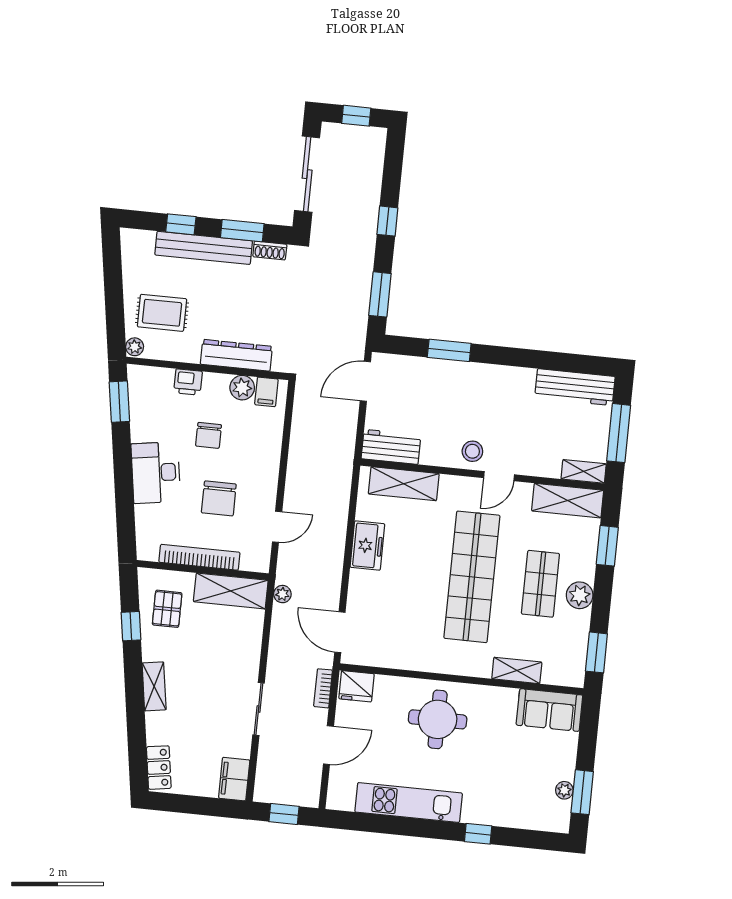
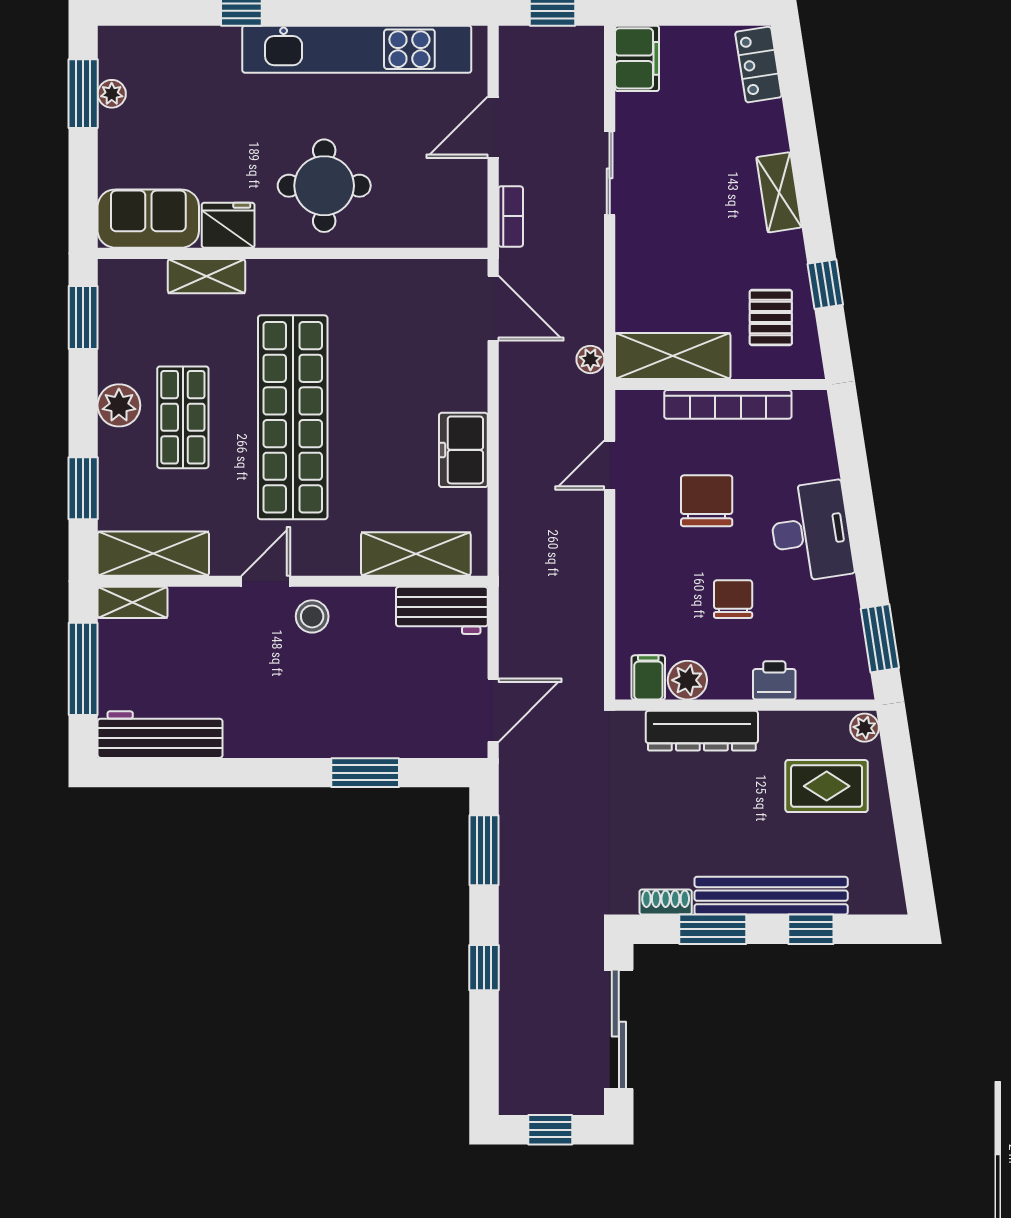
fridge: (356, 686) -> (228, 225), moved
kitchen unit: (409, 803) -> (357, 49), width x1.36

